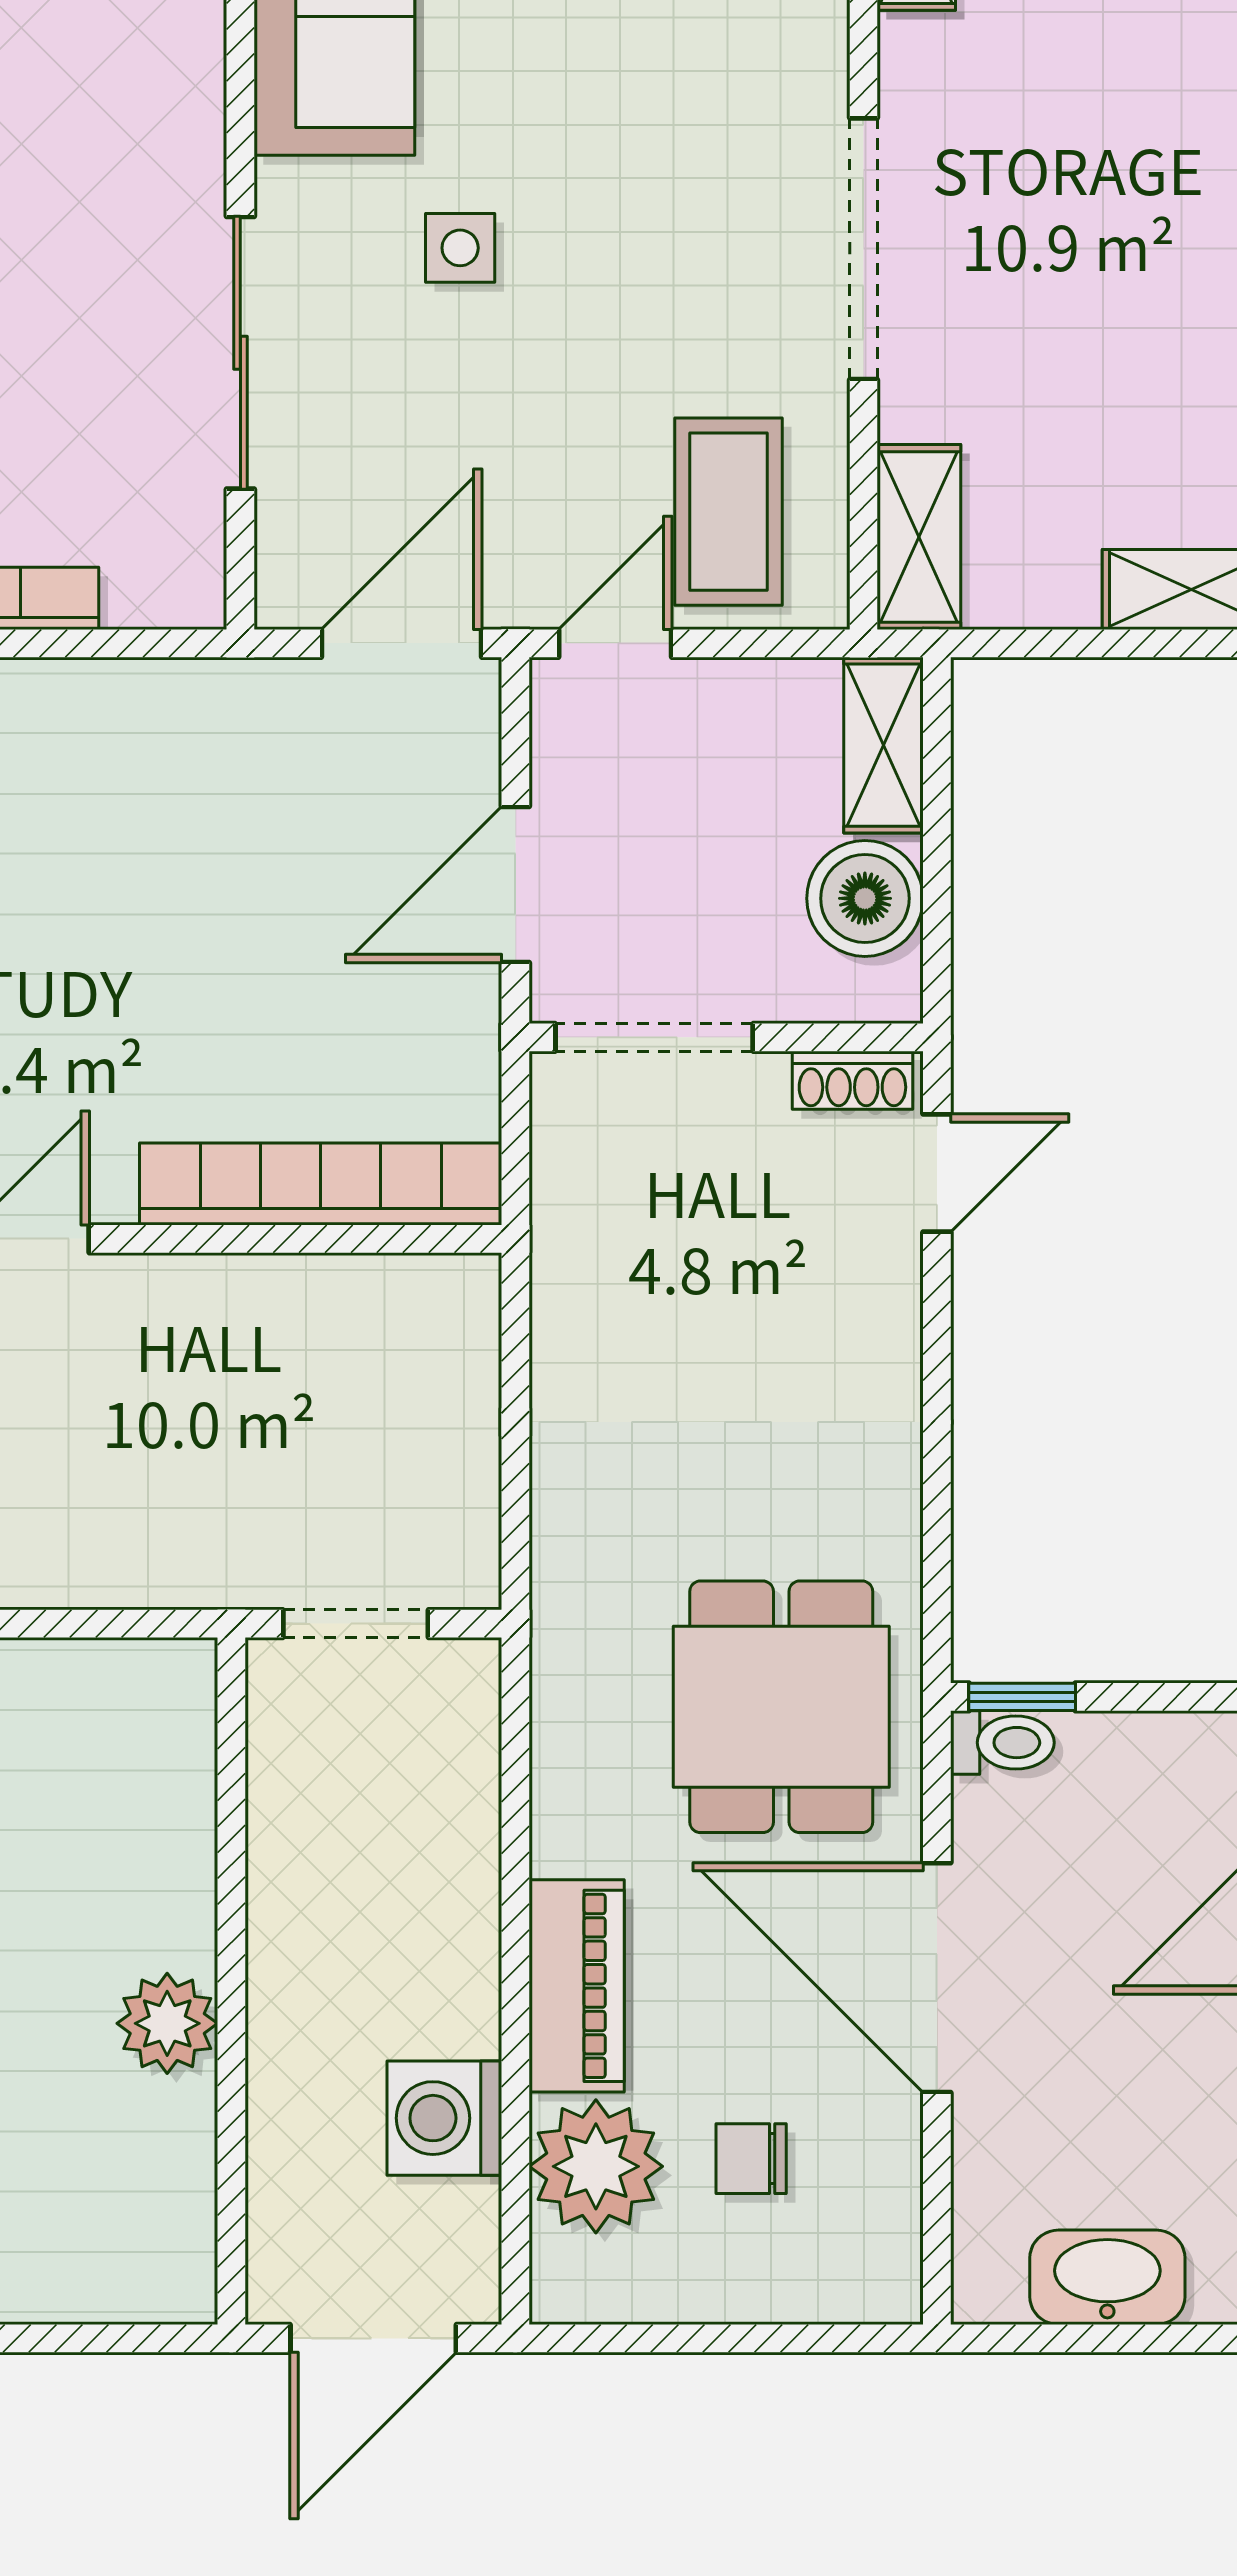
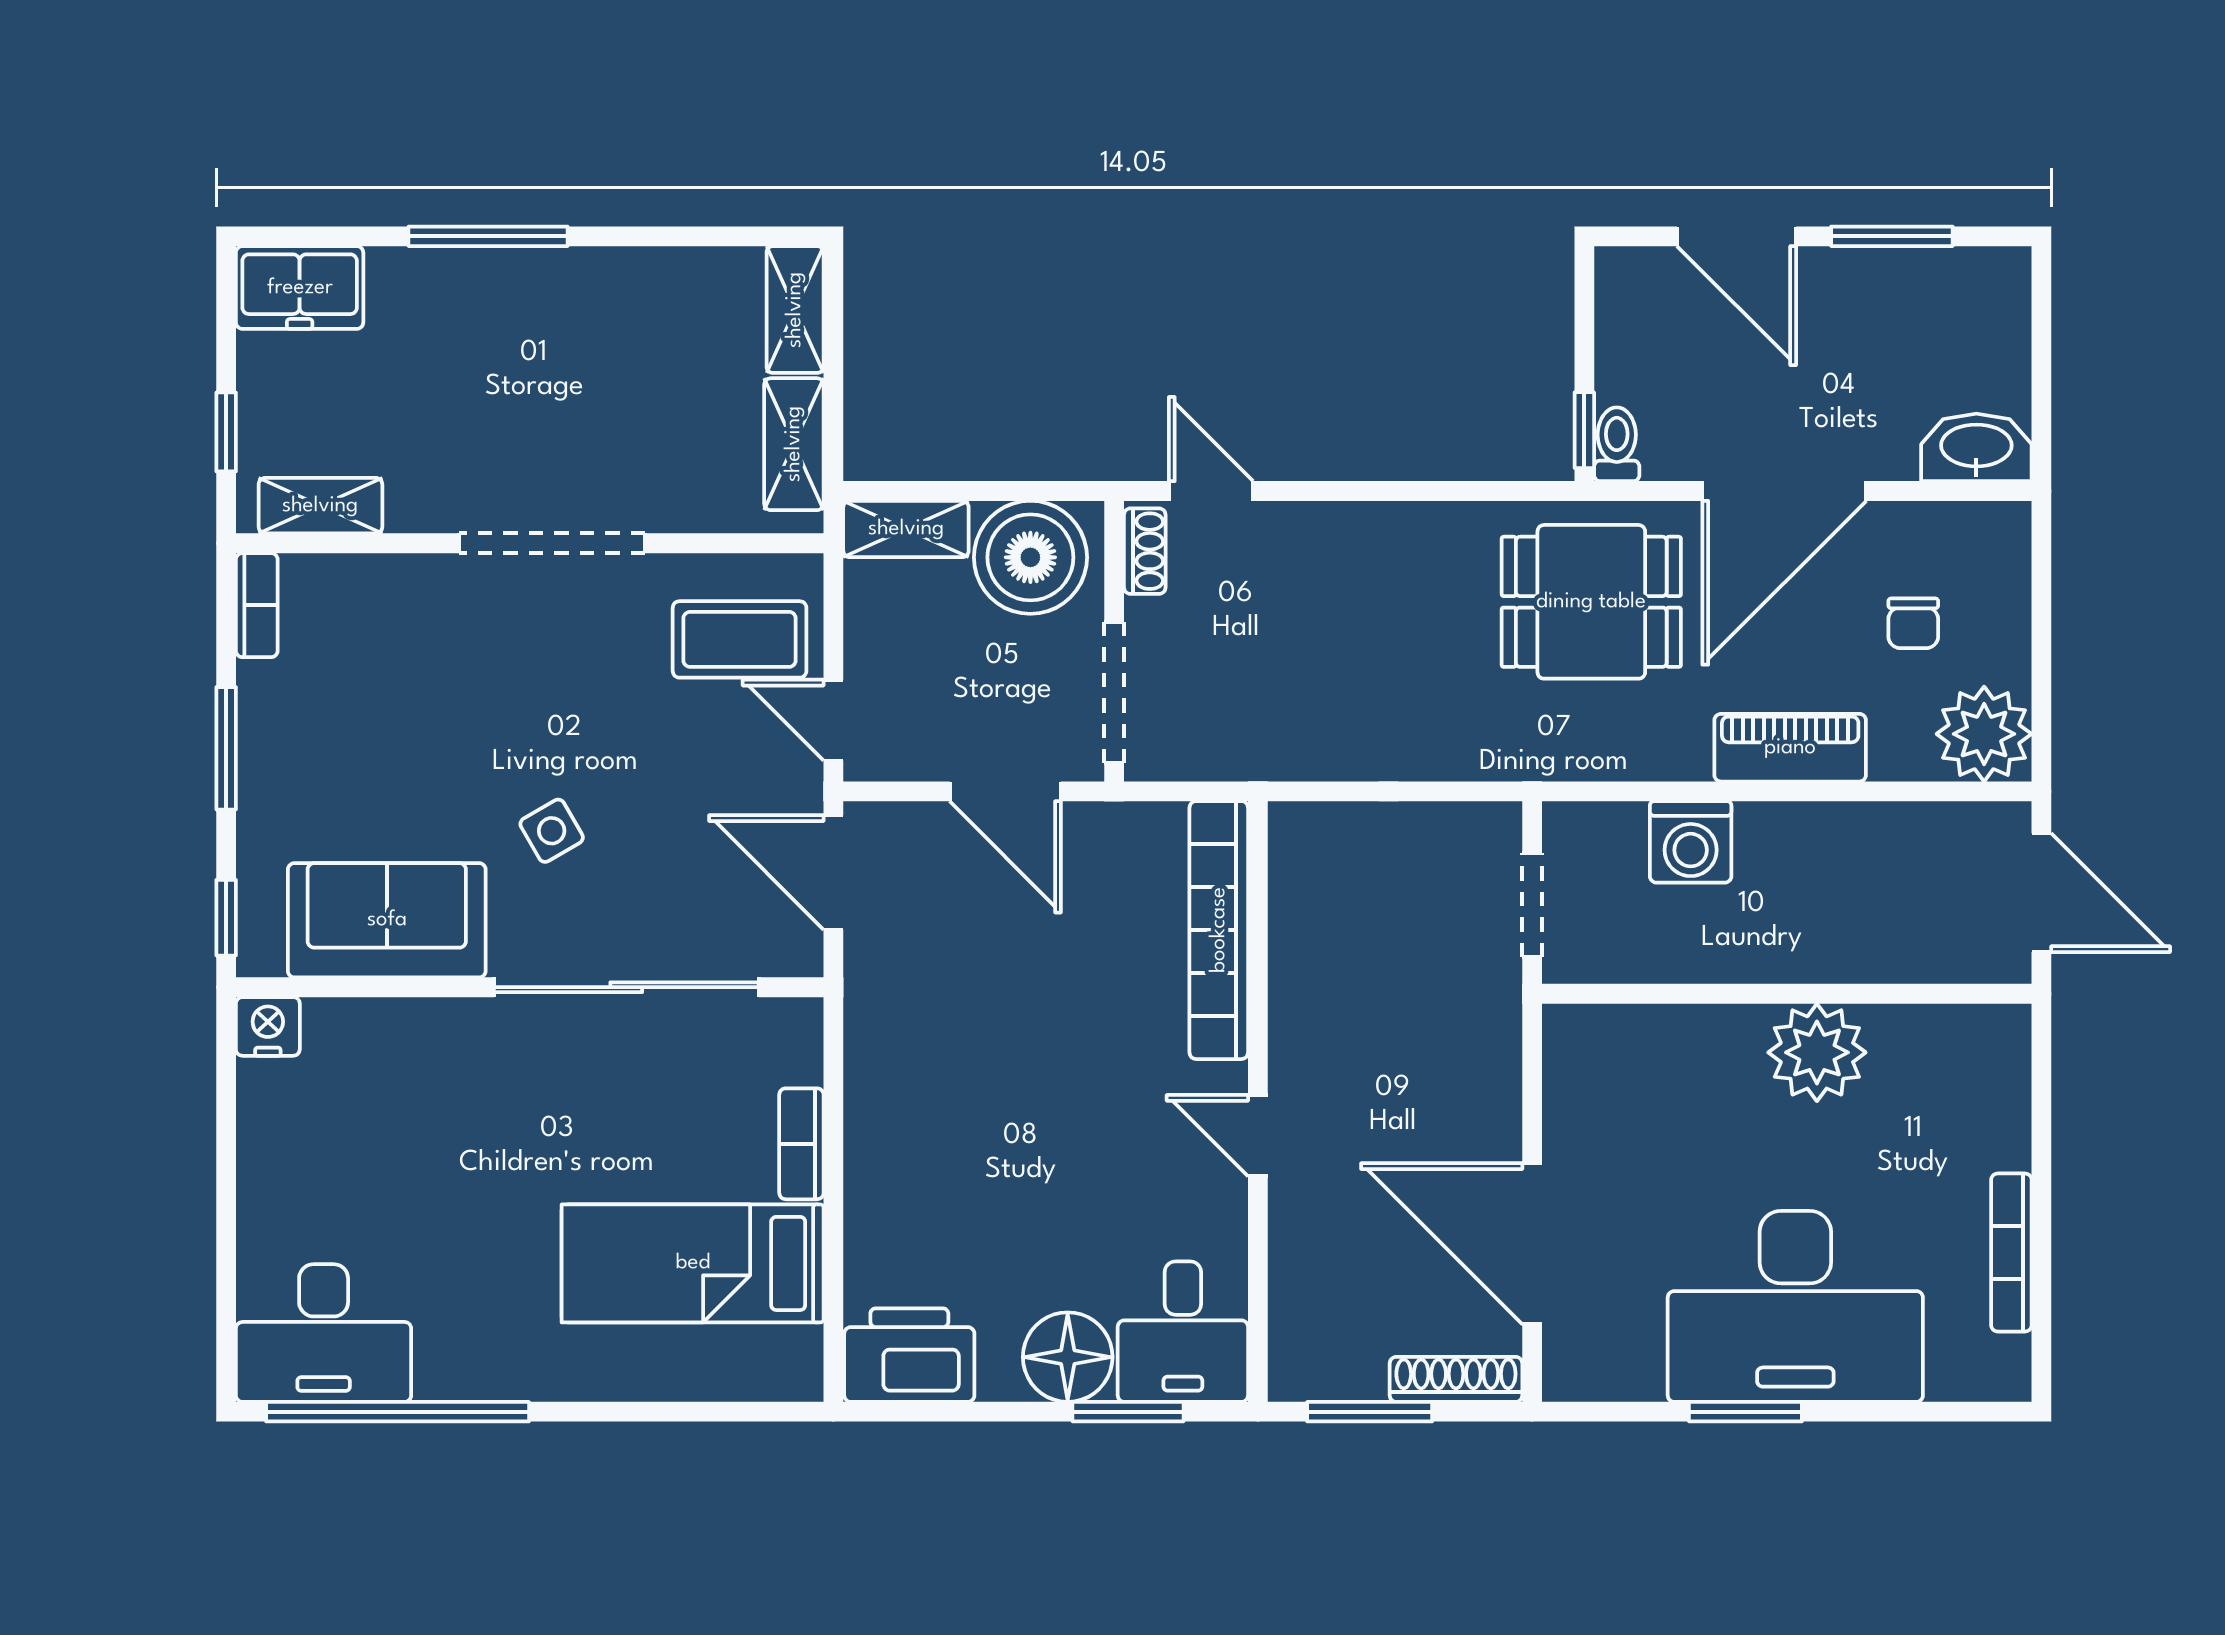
side table: (460, 248) -> (552, 831), turned -30
sliding door: (240, 353) -> (626, 987), width x1.36
shelving: (919, 537) -> (794, 444), moved, turned 90
boiler: (865, 898) -> (1030, 557), width x1.37, depth x1.37
plant: (167, 2023) -> (1817, 1052), width x1.36, depth x1.36
washing machine: (444, 2118) -> (1691, 842), moved
plant: (596, 2166) -> (1984, 734), moved
washbasin: (1107, 2277) -> (1976, 447), moved, turned 90

